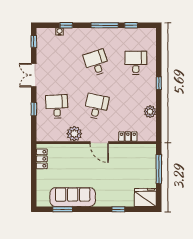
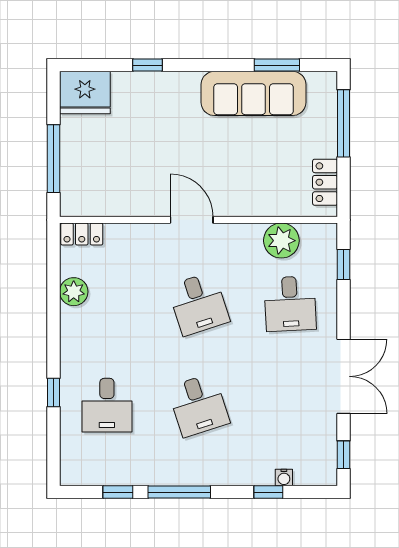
double door: (34, 75) -> (344, 376), width x1.37
window: (159, 83) -> (54, 392), moved
desk: (96, 106) -> (199, 304), turned -30
window: (34, 109) -> (344, 264), moved
plant: (74, 134) -> (281, 241), moved
locker: (128, 136) -> (82, 234), moved
window: (34, 184) -> (344, 123), added

